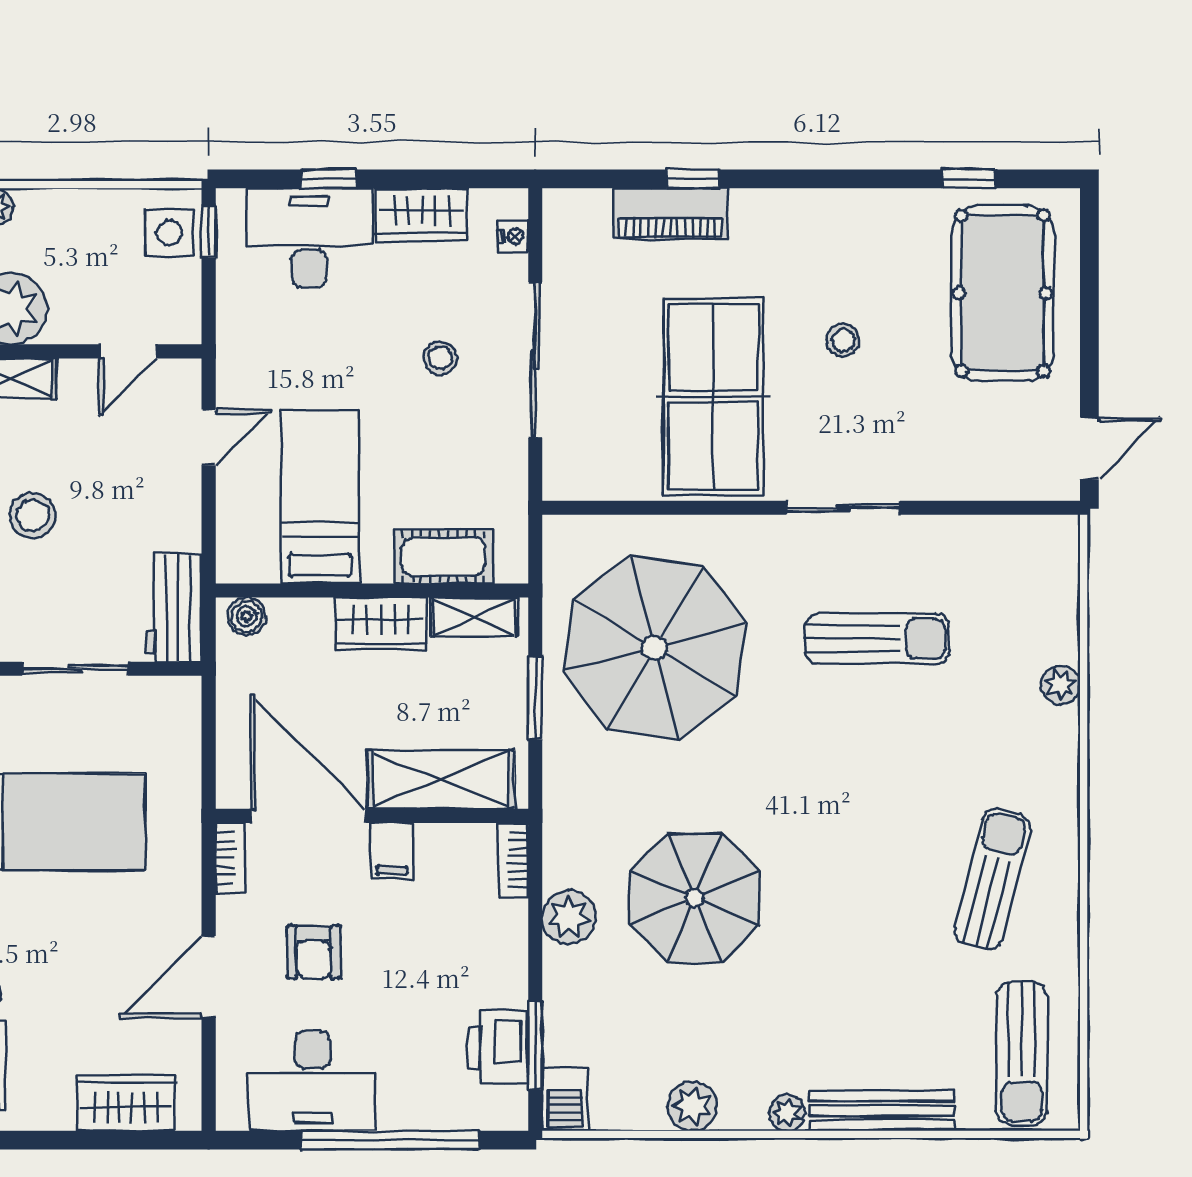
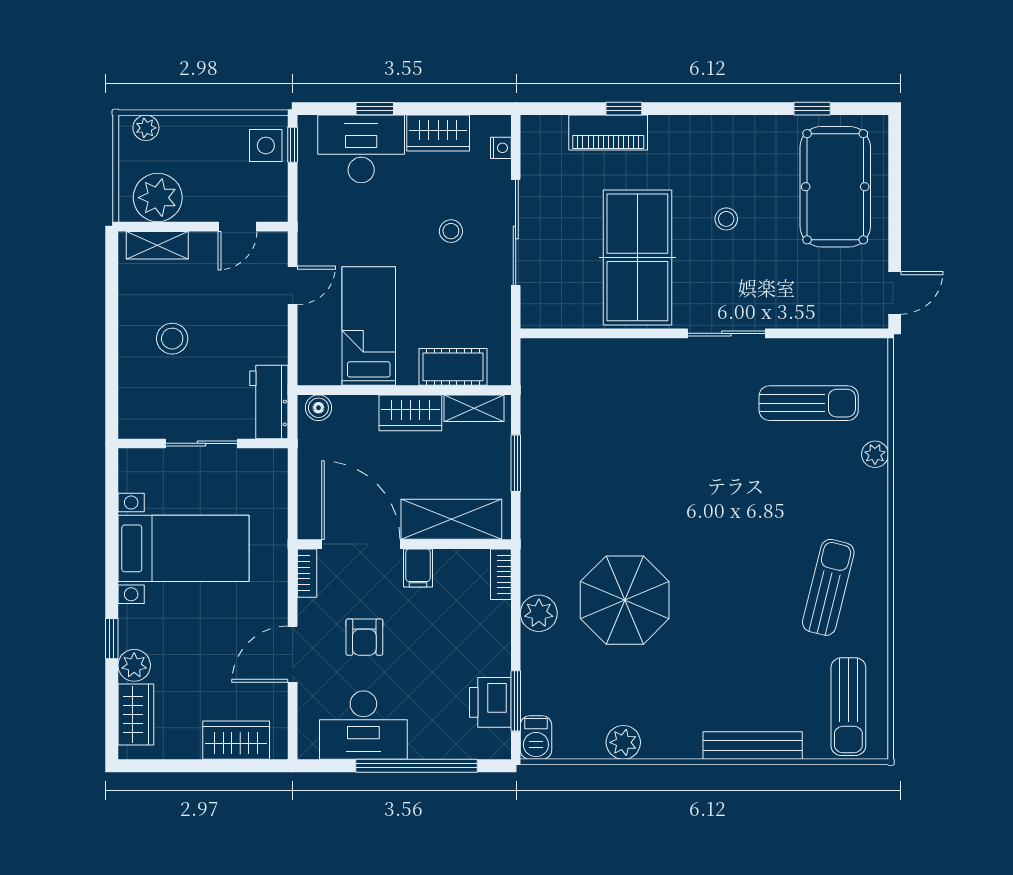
sun lounger: (877, 639) -> (809, 403), moved
parasol: (655, 648) -> (597, 429), removed
plant: (787, 1113) -> (688, 747), removed

